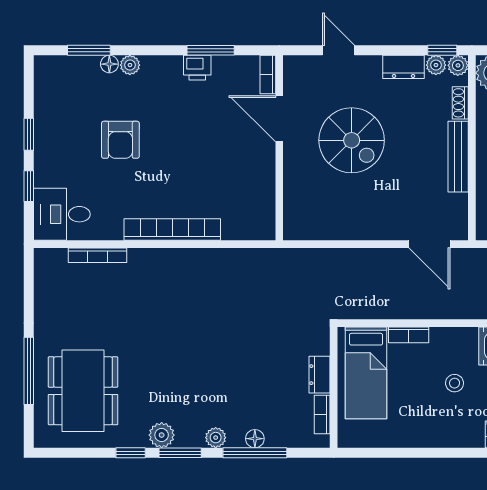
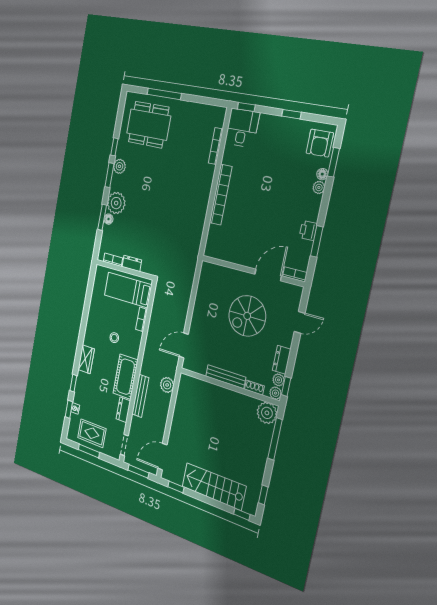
armchair: (120, 140) -> (320, 143), moved, turned -90
window: (29, 186) -> (246, 107), moved
plant: (216, 438) -> (116, 203), width x1.88, depth x1.88
window: (255, 453) -> (102, 217), width x0.69

